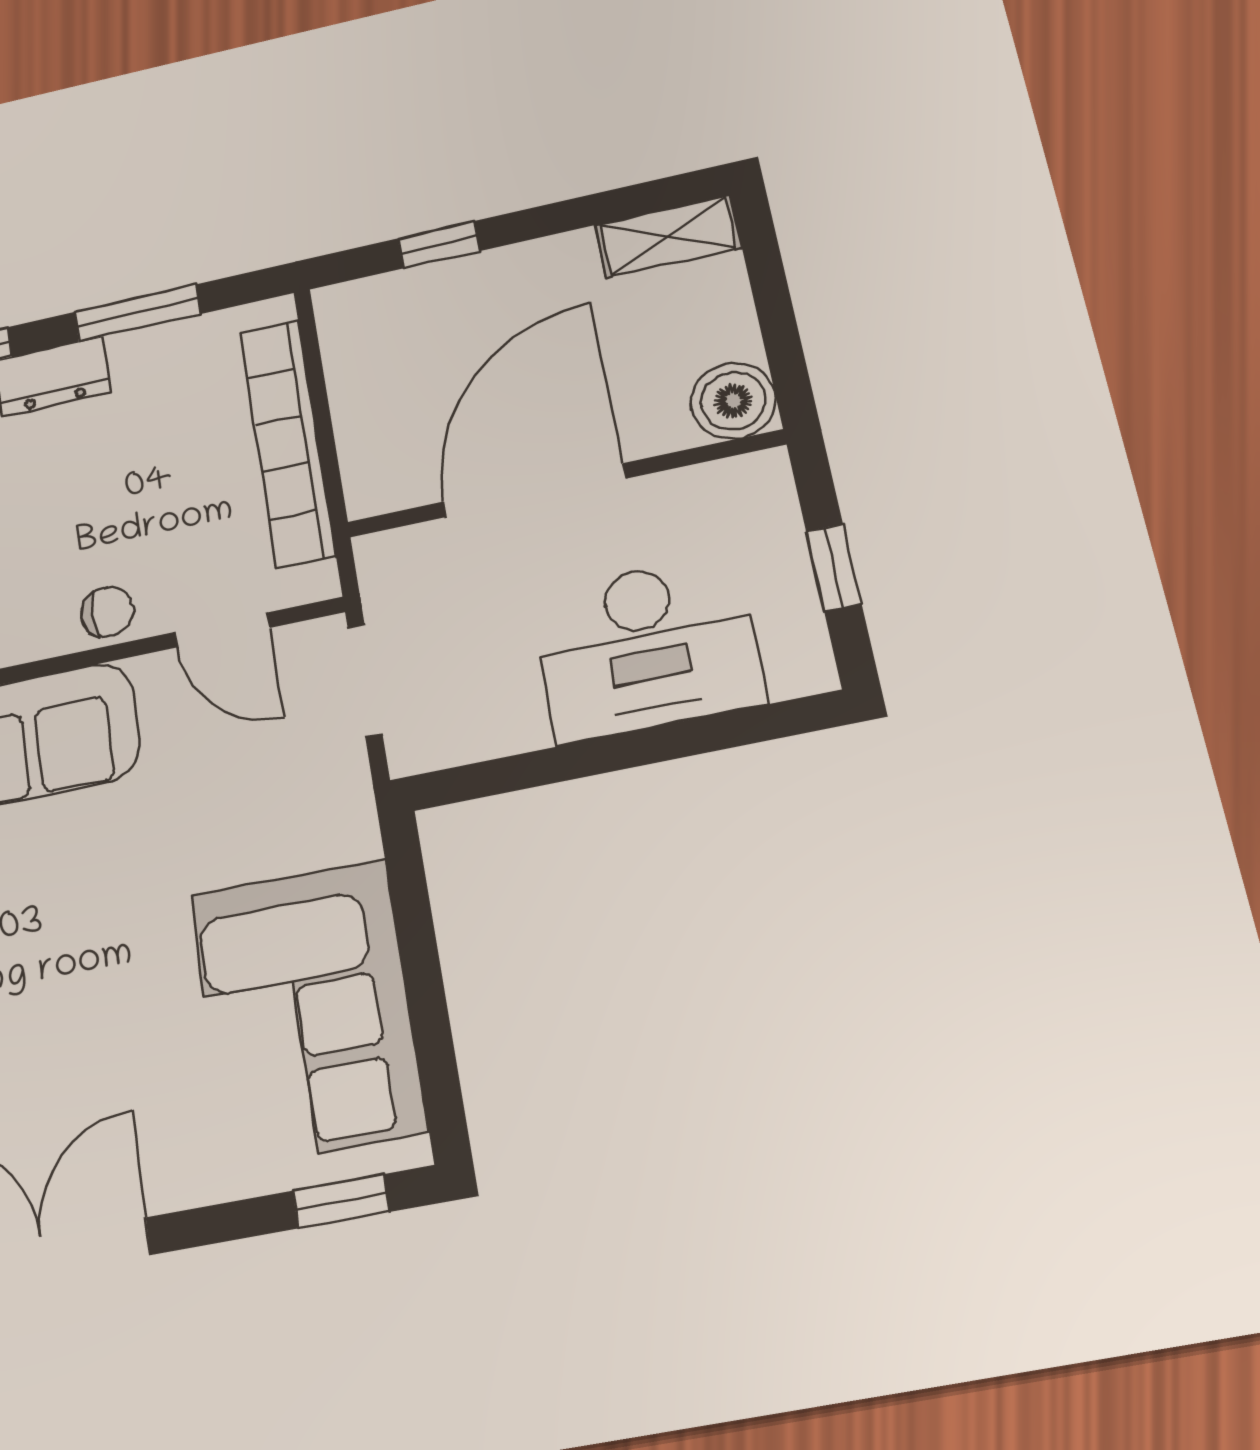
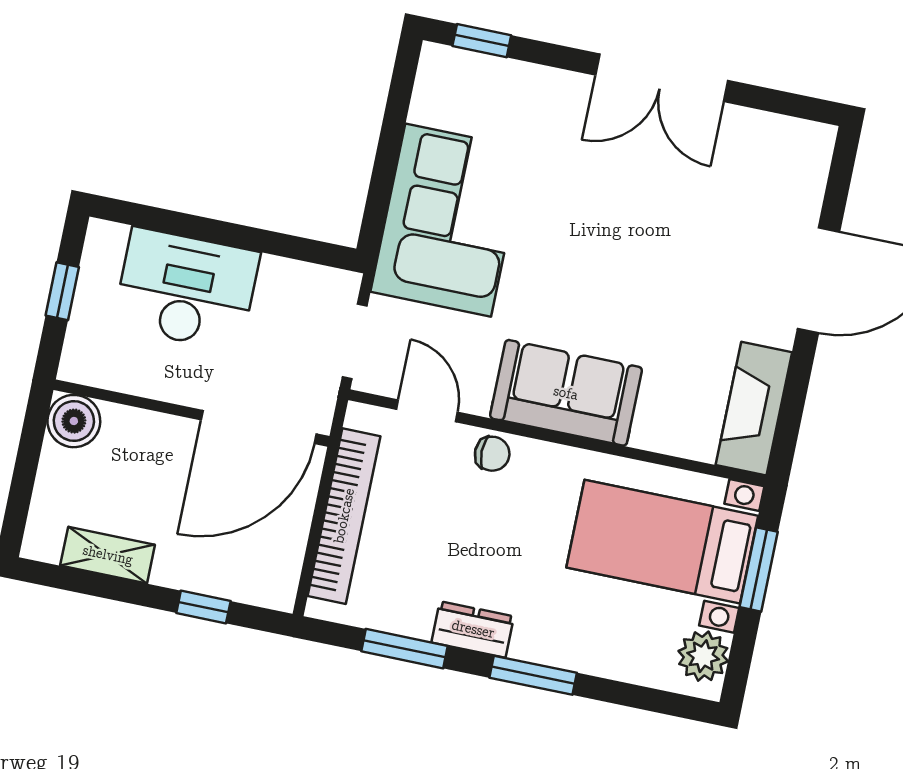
shelving: (668, 236) -> (108, 555), moved
door: (534, 490) -> (259, 427), moved
chair: (107, 612) -> (492, 454), turned 180
corner sofa: (307, 1012) -> (448, 220), moved

